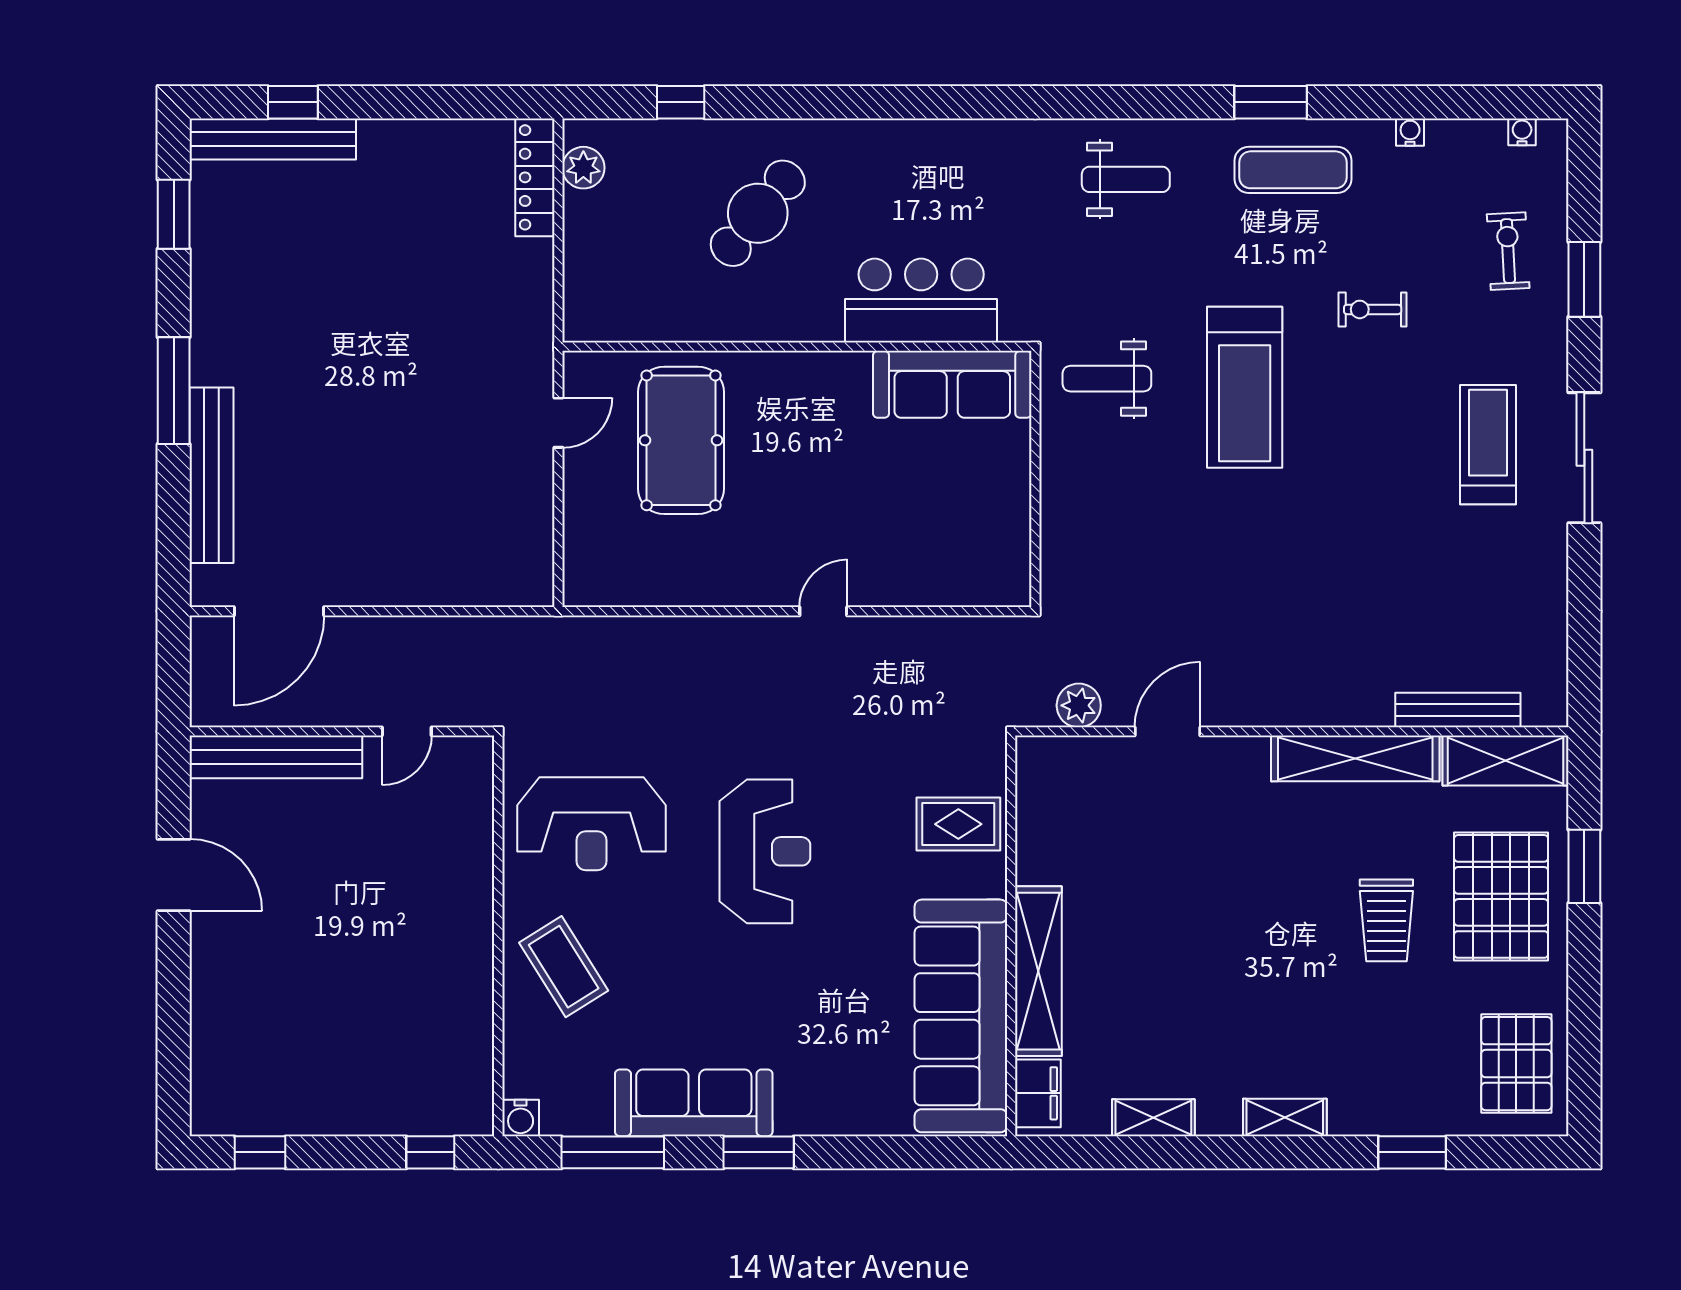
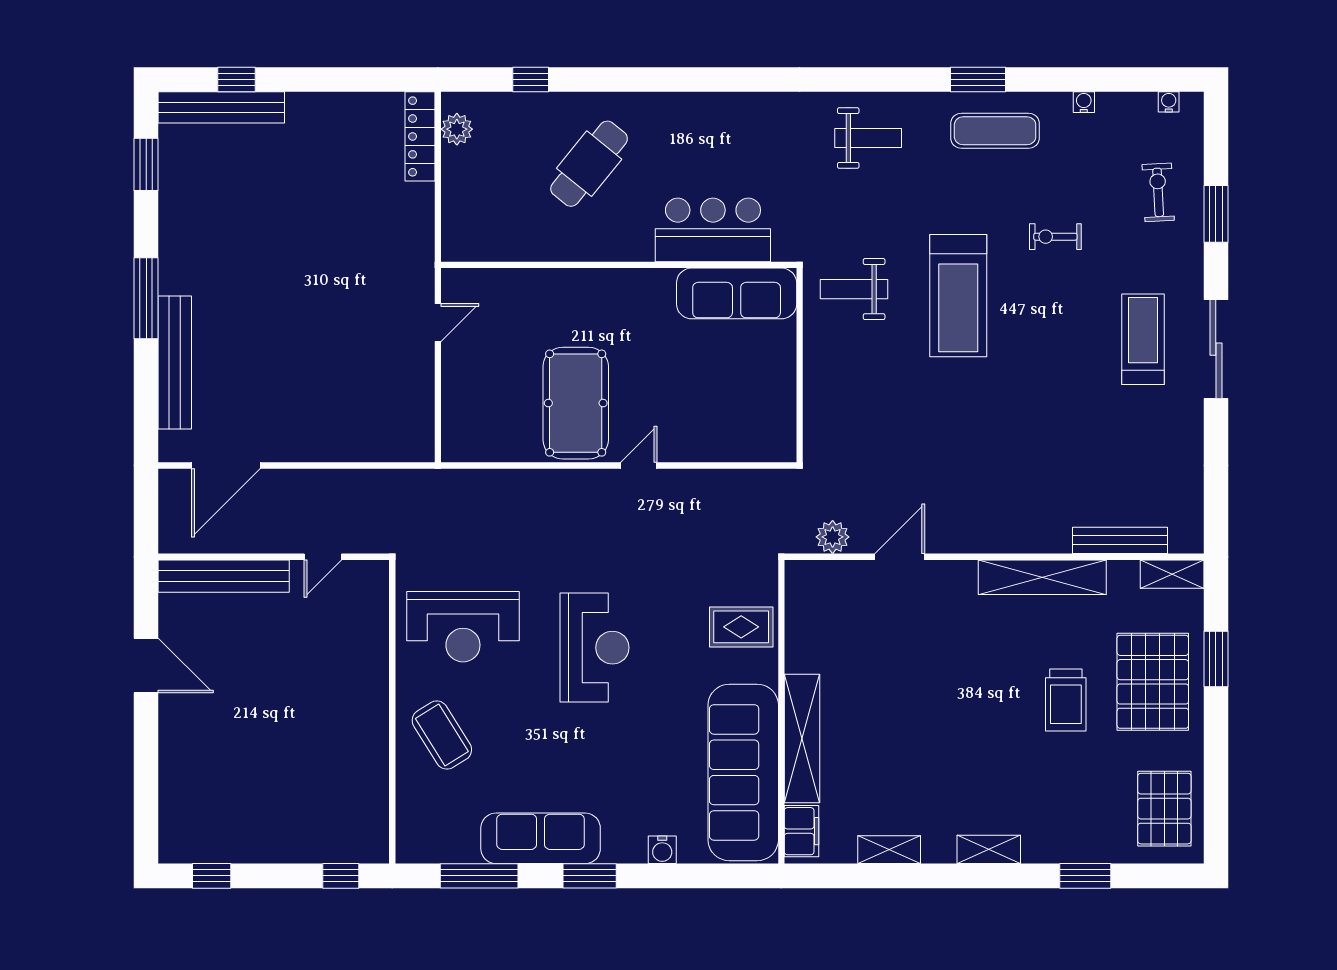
pool table: (681, 440) -> (576, 403), moved
shelving: (1505, 761) -> (1172, 574), width x0.67, depth x0.75
water cooler: (521, 1118) -> (662, 850), moved

